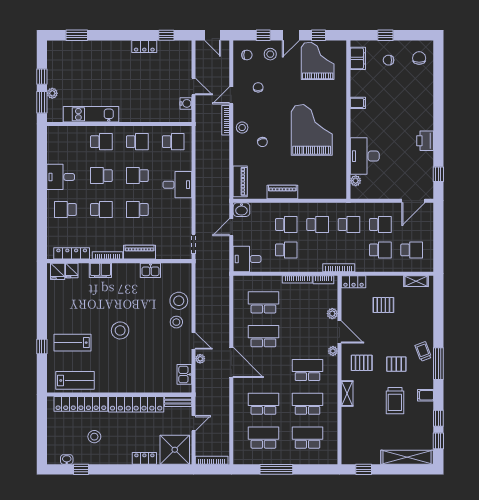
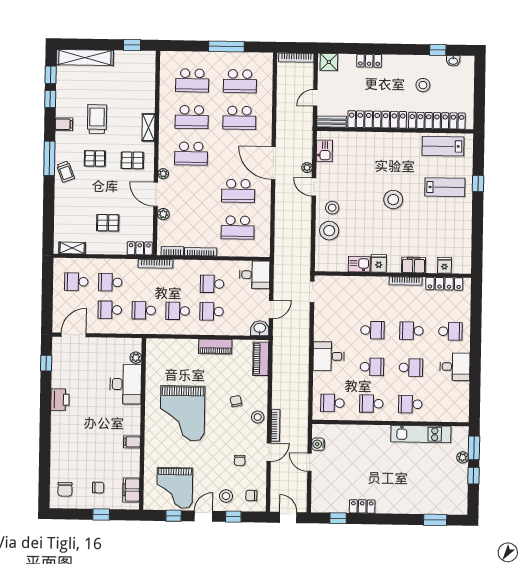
piano: (139, 252) -> (371, 284), removed
fridge: (58, 271) -> (379, 263), moved
shower: (175, 450) -> (329, 62), width x0.54, depth x0.54

